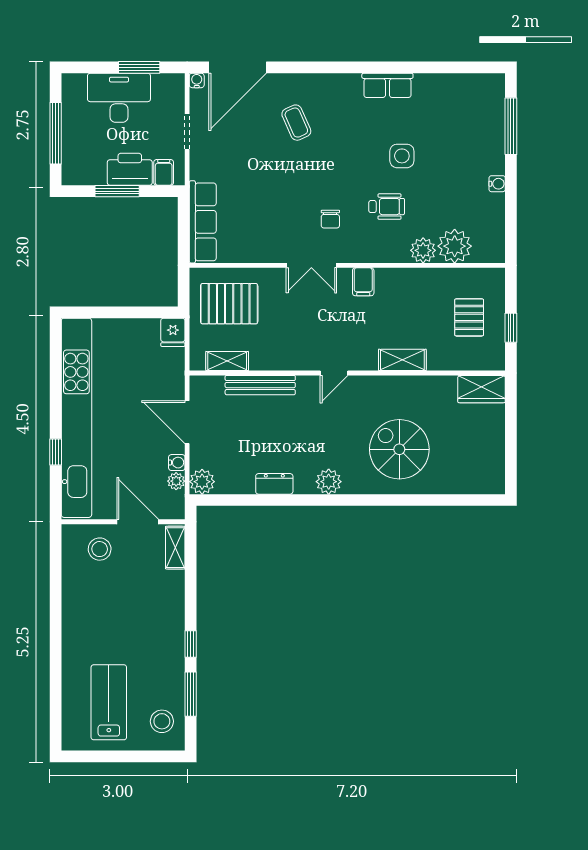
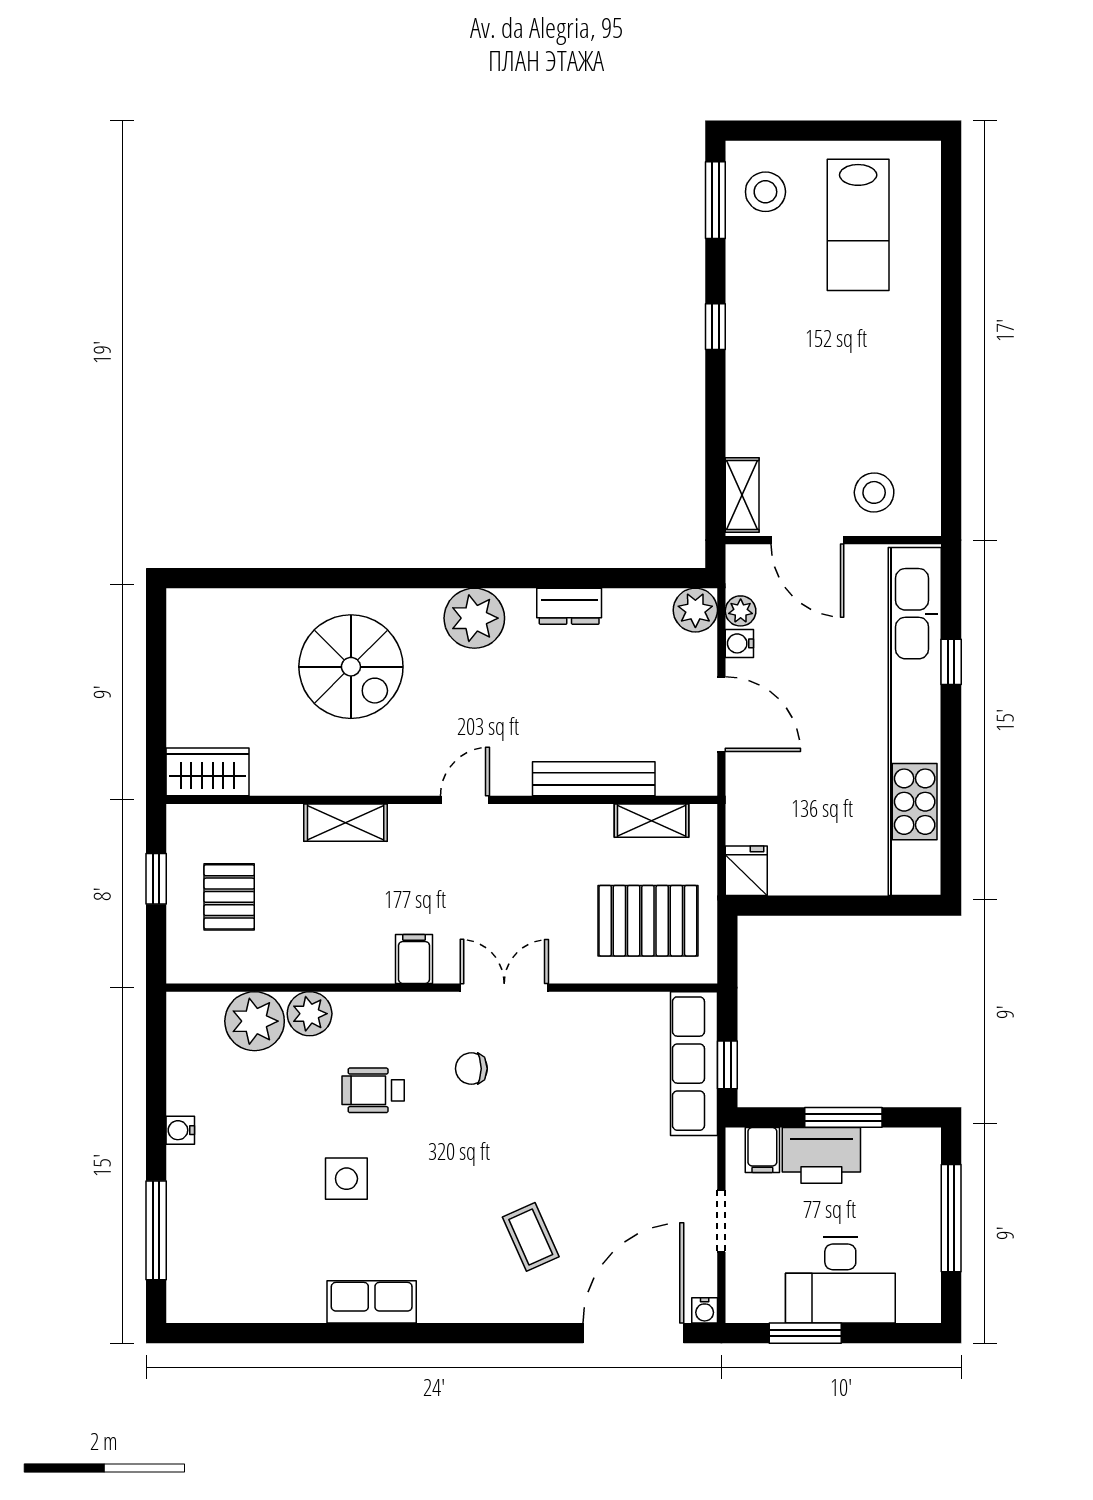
chair: (330, 219) -> (471, 1069), turned -90
window: (184, 221) -> (727, 1065), added
plant: (329, 482) -> (474, 618), width x1.36, depth x1.36
window: (191, 694) -> (715, 200), moved

